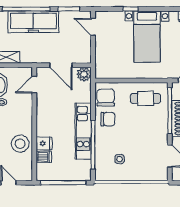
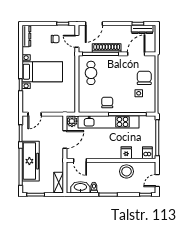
chair: (106, 98) -> (144, 78), moved, turned 90
kitchen unit: (83, 131) -> (109, 122), width x1.36
dishwasher: (44, 157) -> (147, 153), moved

